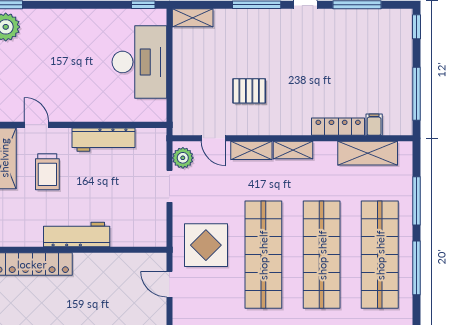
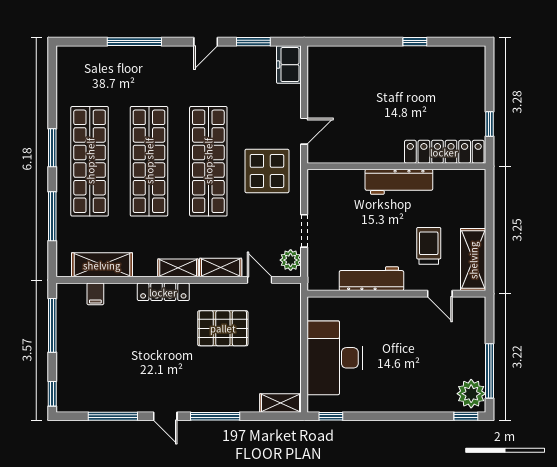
pallet: (249, 91) -> (223, 328), width x1.50, depth x1.42
locker: (338, 127) -> (163, 292), moved
window: (416, 268) -> (52, 148), width x0.69
door: (169, 284) -> (304, 131), hinge flipped

